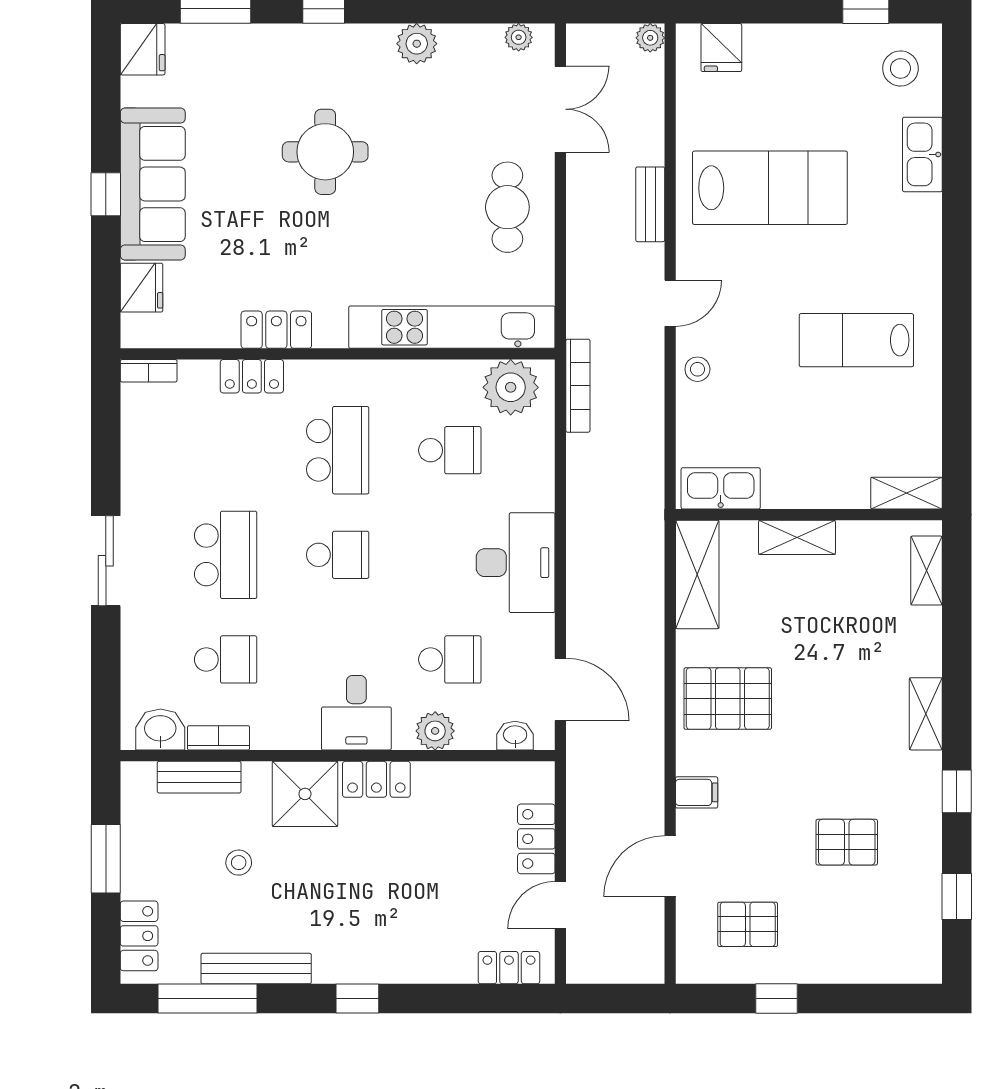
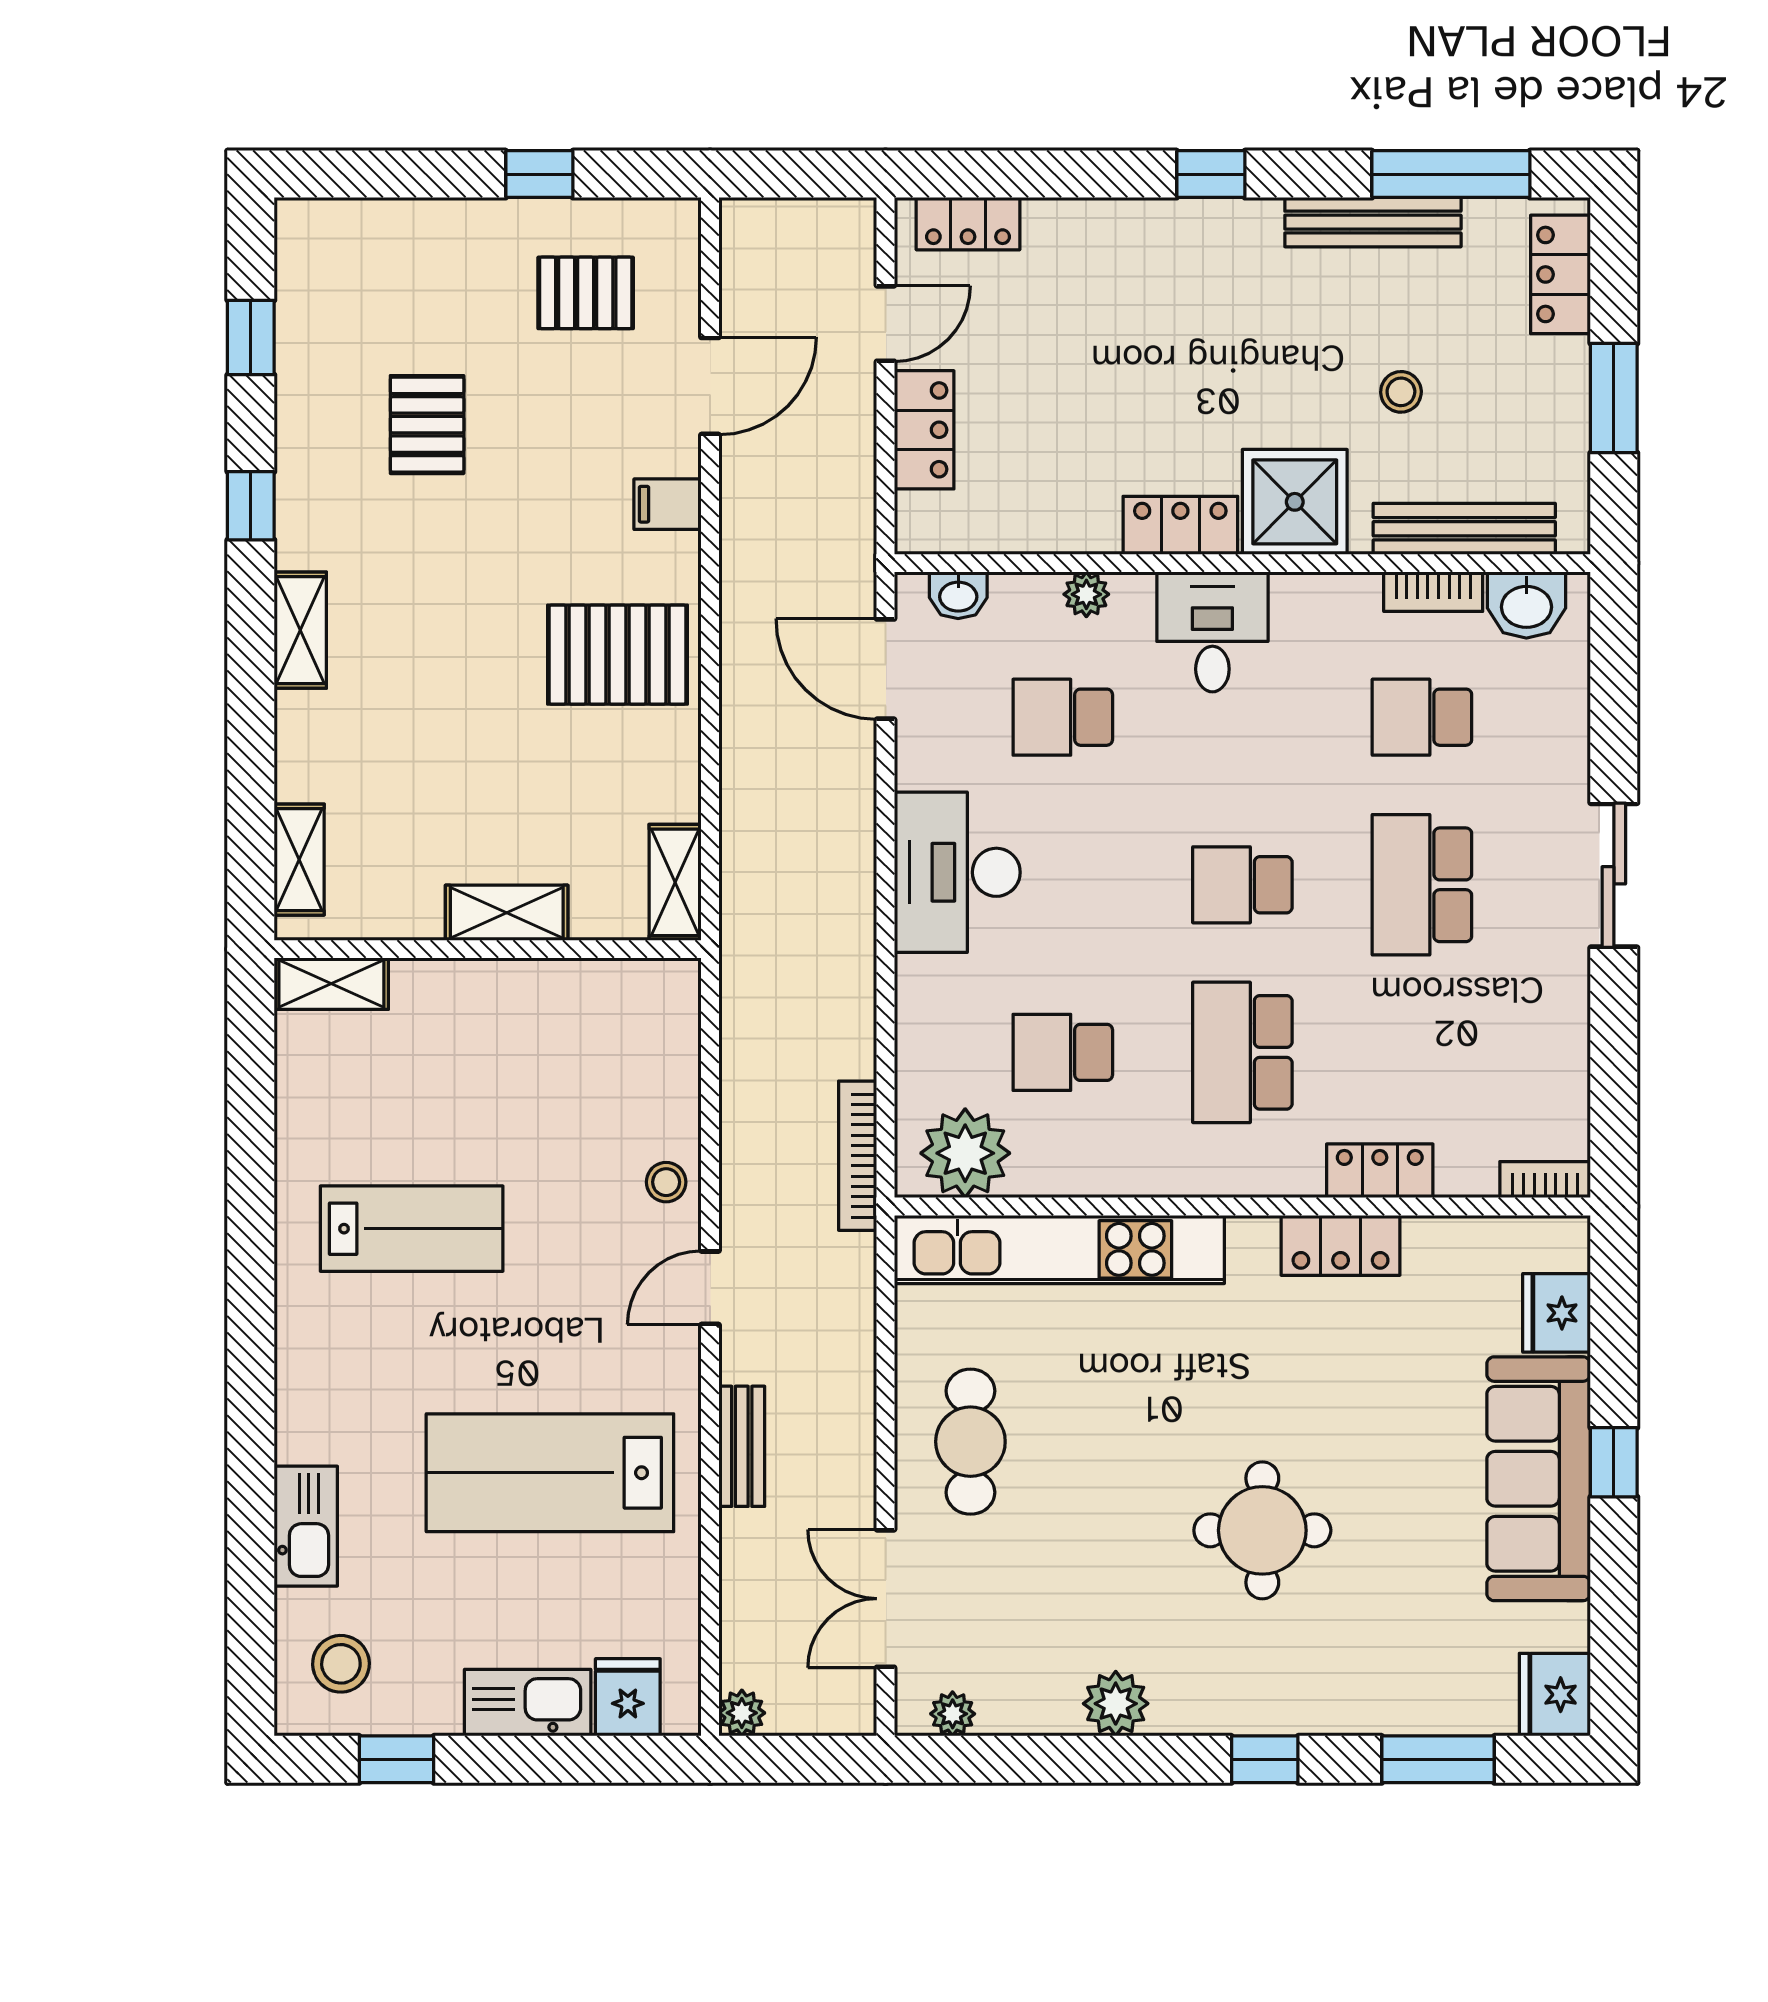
kitchen sink: (721, 488) -> (528, 1703), moved, turned 180
shelving: (697, 574) -> (675, 882), width x0.67, depth x0.75
plant: (435, 731) -> (1086, 594), width x0.73, depth x0.73
bench: (199, 777) -> (1464, 529), width x1.36
pallet: (847, 842) -> (427, 425), turned 90

